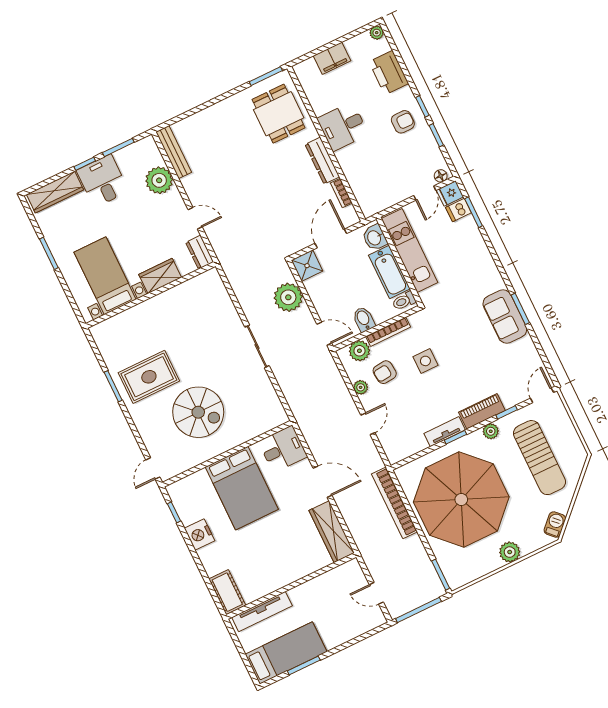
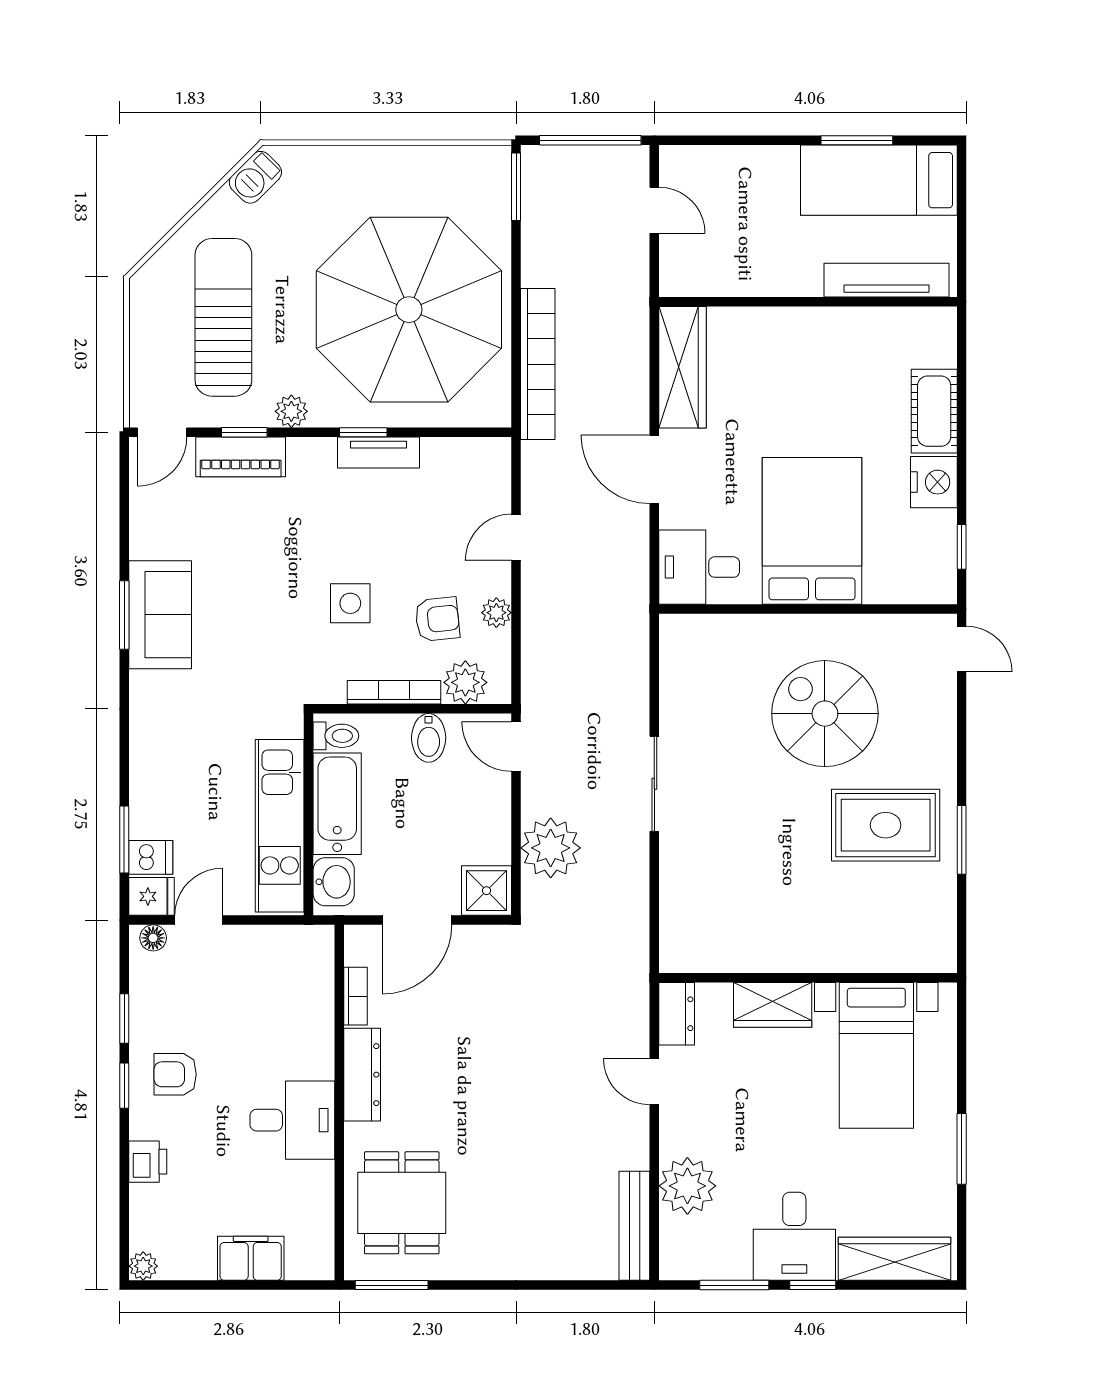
printer: (389, 73) -> (148, 1162), width x0.53, depth x0.68
piano: (482, 411) -> (241, 457), moved
door: (153, 468) -> (962, 649), hinge flipped
plant: (510, 552) -> (366, 167), removed
cot: (227, 592) -> (934, 411), moved

